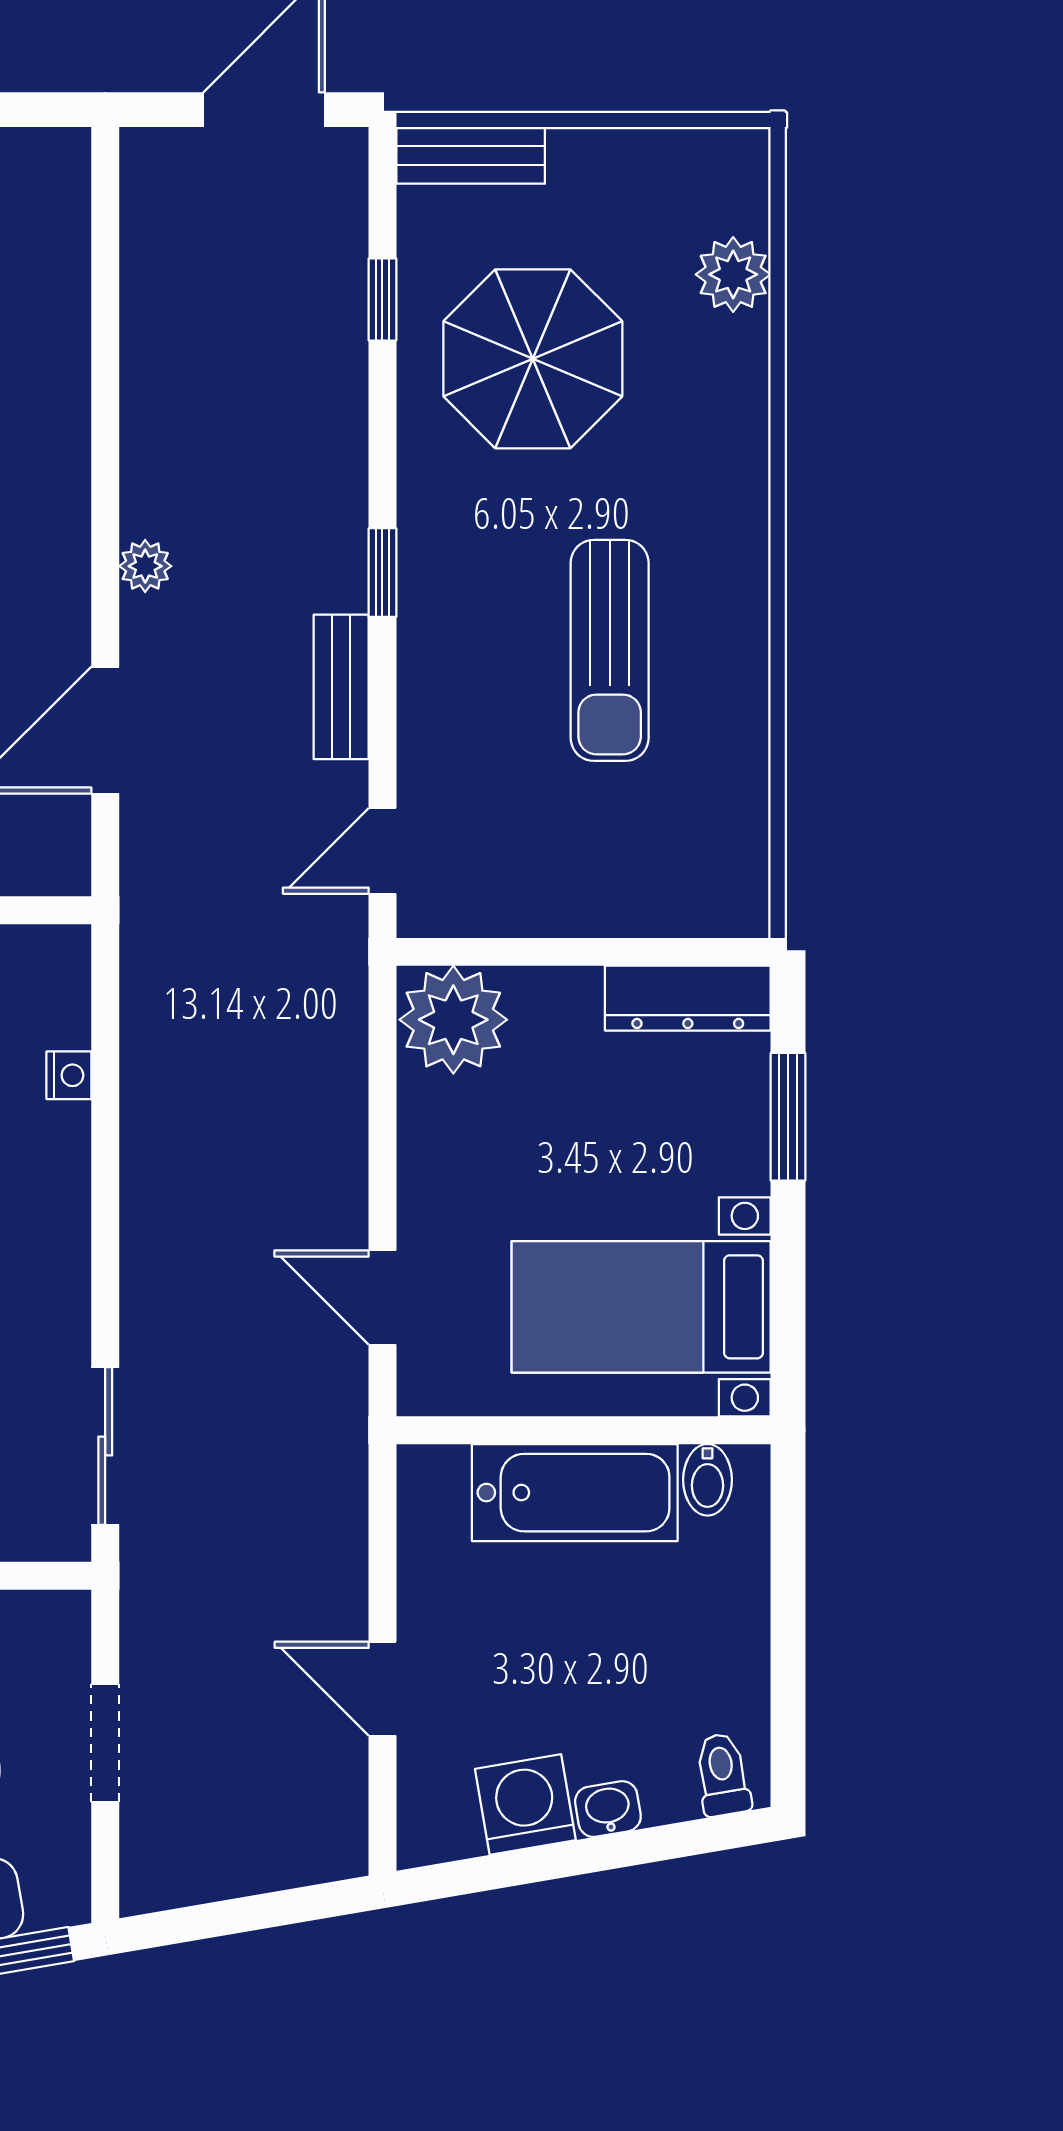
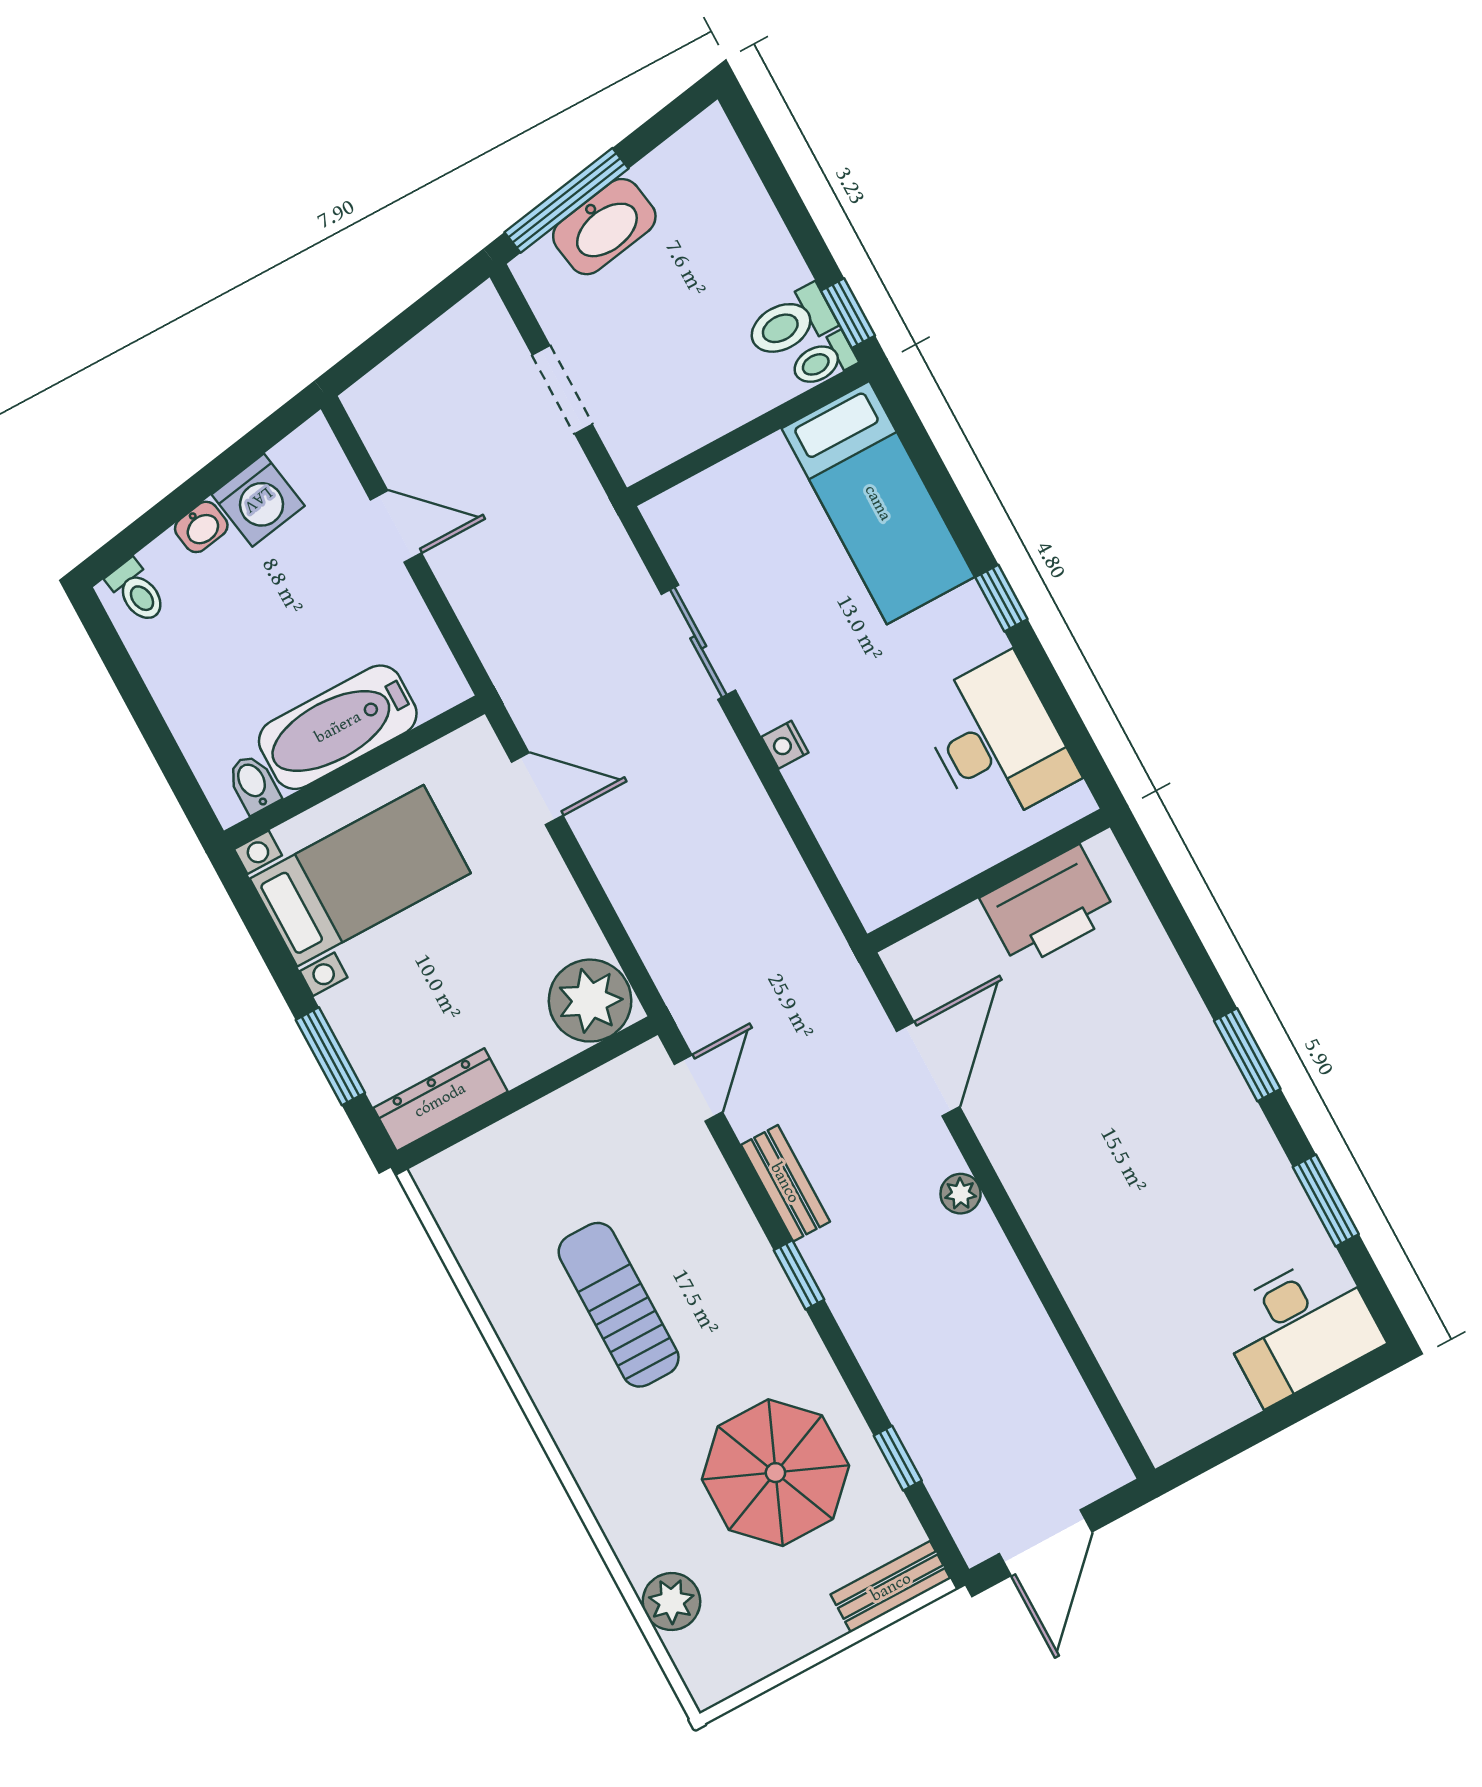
nightstand: (69, 1075) -> (785, 745), moved
sliding door: (105, 1446) -> (698, 642), moved

